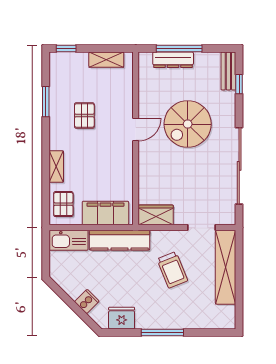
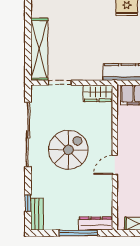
dresser: (173, 60) -> (96, 224), moved
spiral stairs: (188, 124) -> (68, 150), moved
trolley: (172, 270) -> (84, 47), removed

